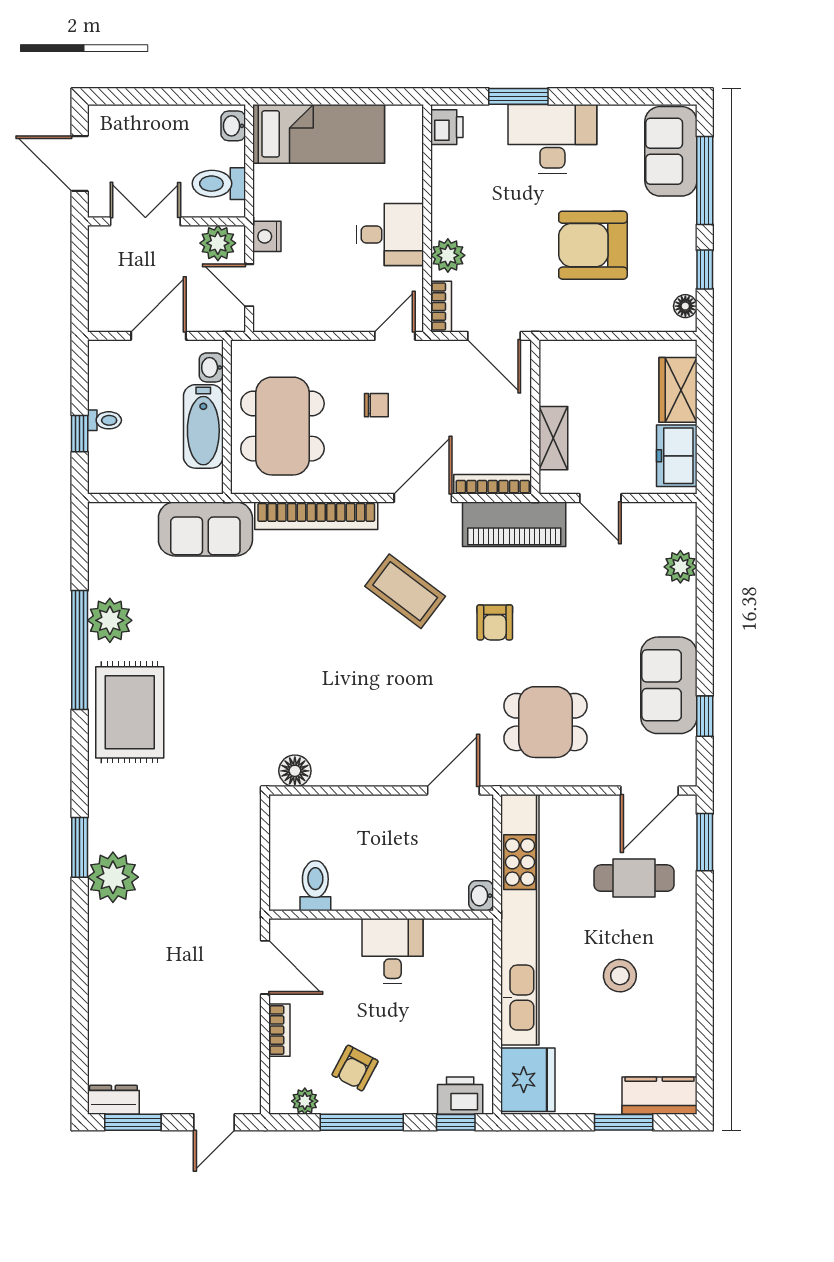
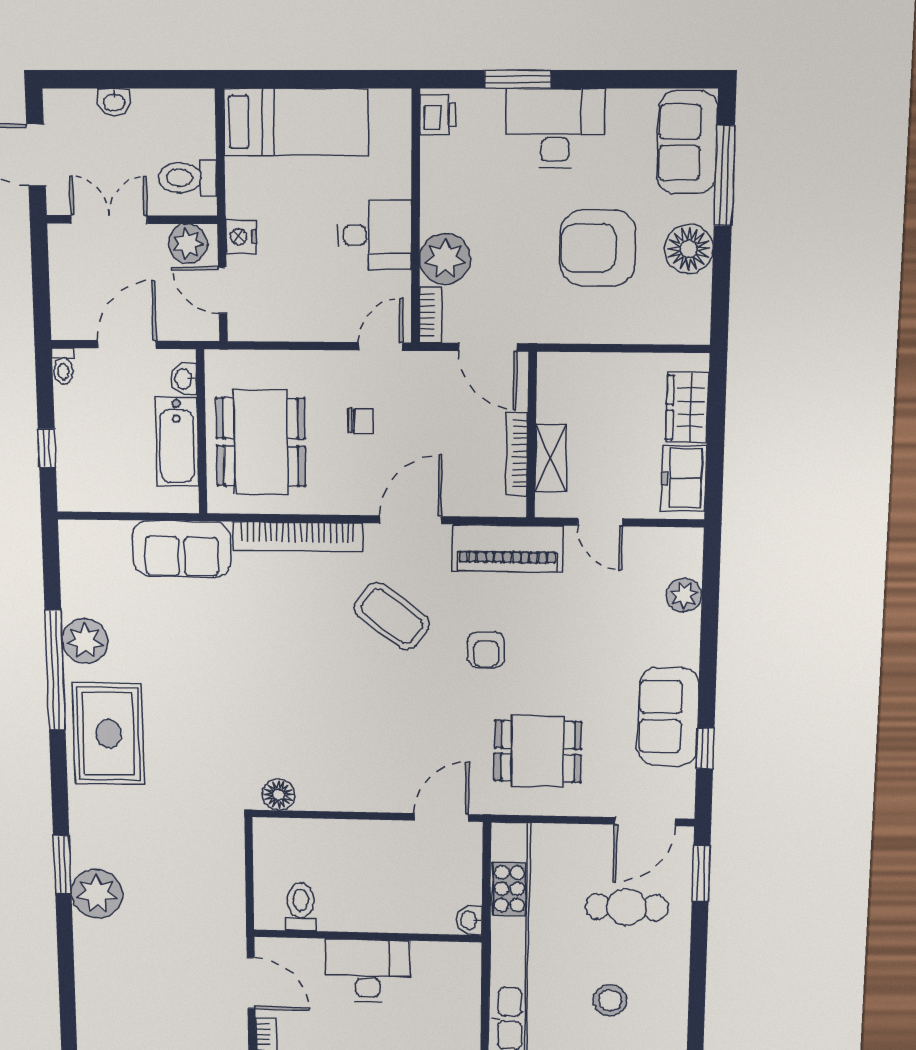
washbasin: (233, 126) -> (114, 102), moved, turned -90
plant: (448, 255) -> (445, 259), width x1.36, depth x1.36
window: (705, 270) -> (721, 276), removed
floor lamp: (685, 306) -> (689, 249), moved, width x1.89, depth x1.89
toilet: (104, 420) -> (63, 366), moved, turned 90
bookcase: (493, 484) -> (517, 454), moved, turned -90
desk: (393, 951) -> (368, 971), width x1.37

